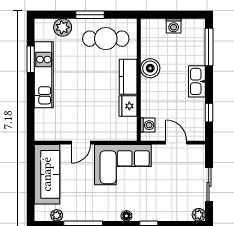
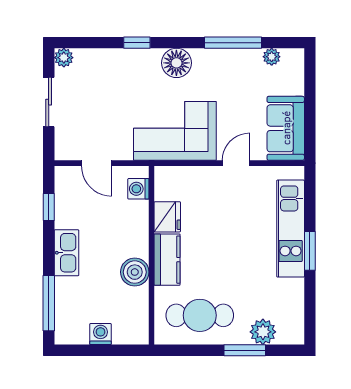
window: (90, 15) -> (245, 350), moved
window: (31, 59) -> (310, 251), moved
kitchen unit: (44, 75) -> (291, 229), moved
sofa: (47, 174) -> (286, 128), width x0.73
floor lamp: (126, 216) -> (176, 63), width x1.89, depth x1.89

